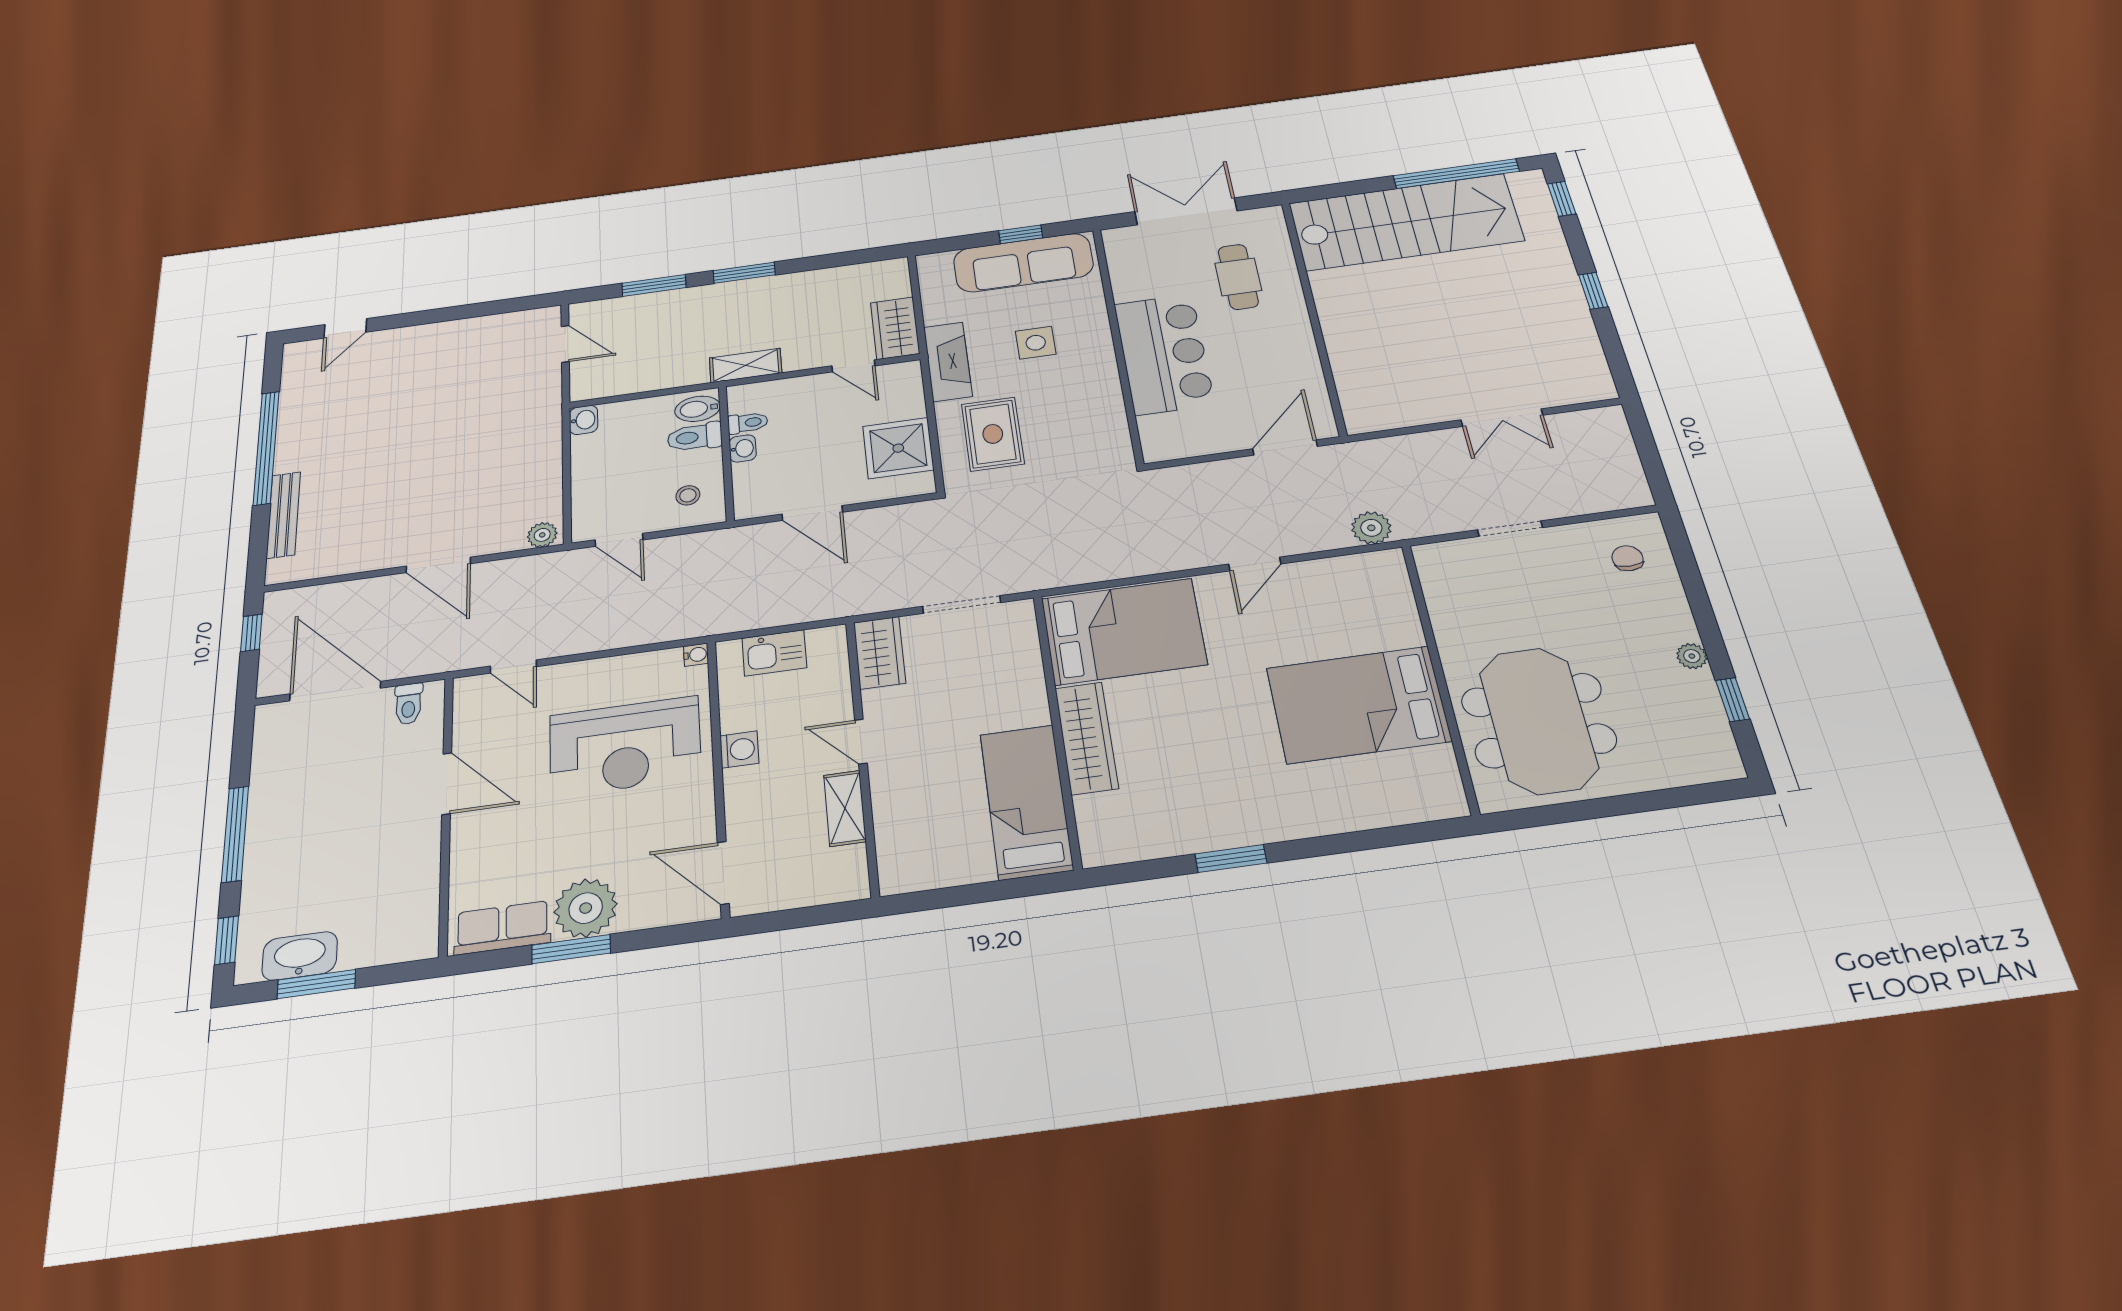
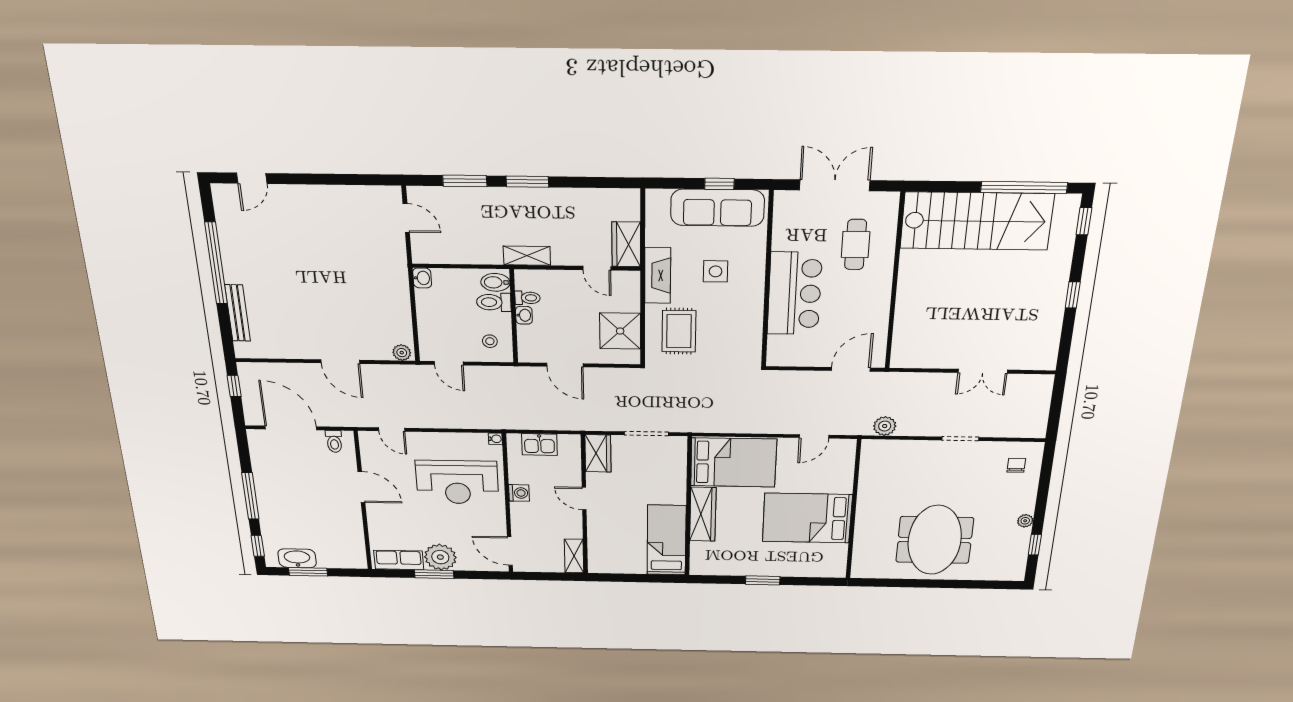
wall: (1440, 676) -> (853, 510), moved
bed: (1358, 704) -> (807, 518), moved
shelving: (845, 808) -> (574, 556), moved

